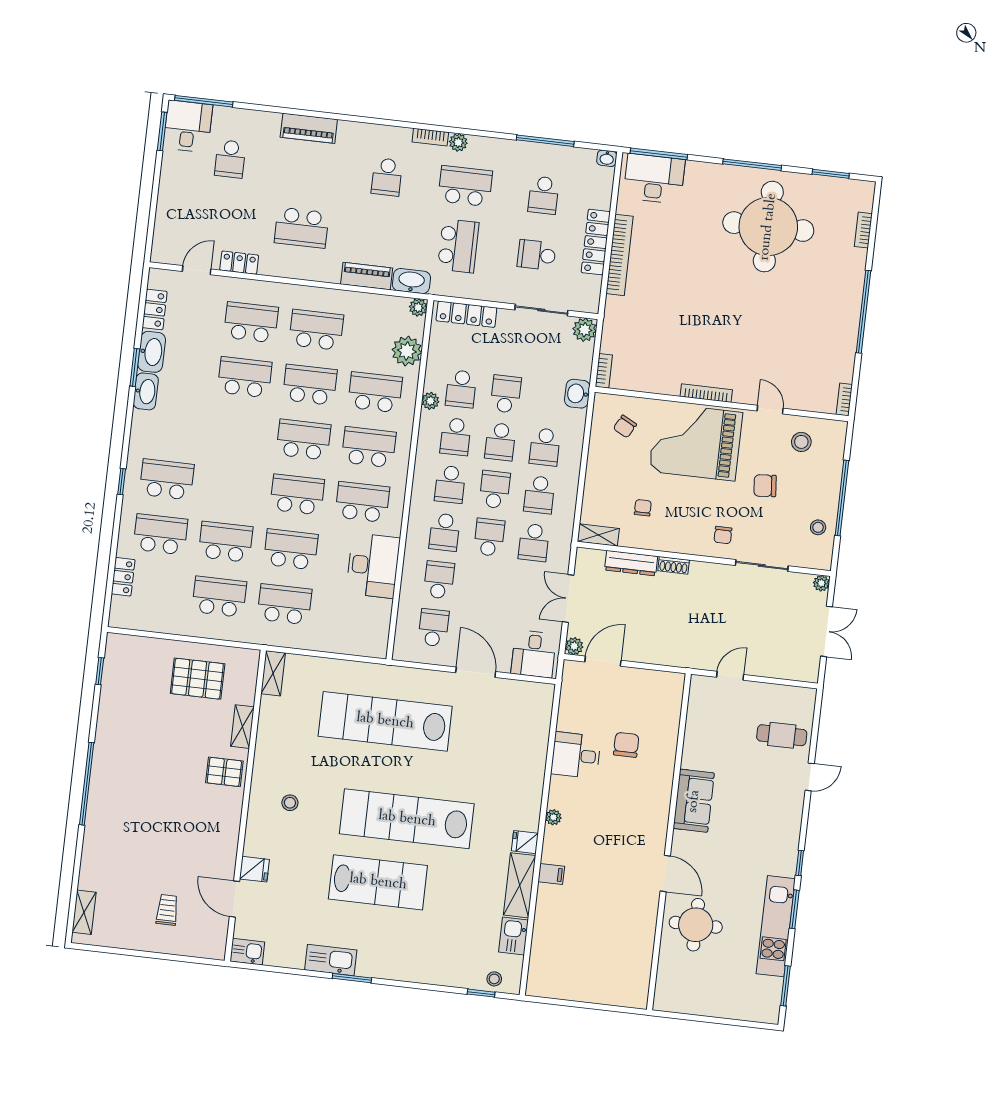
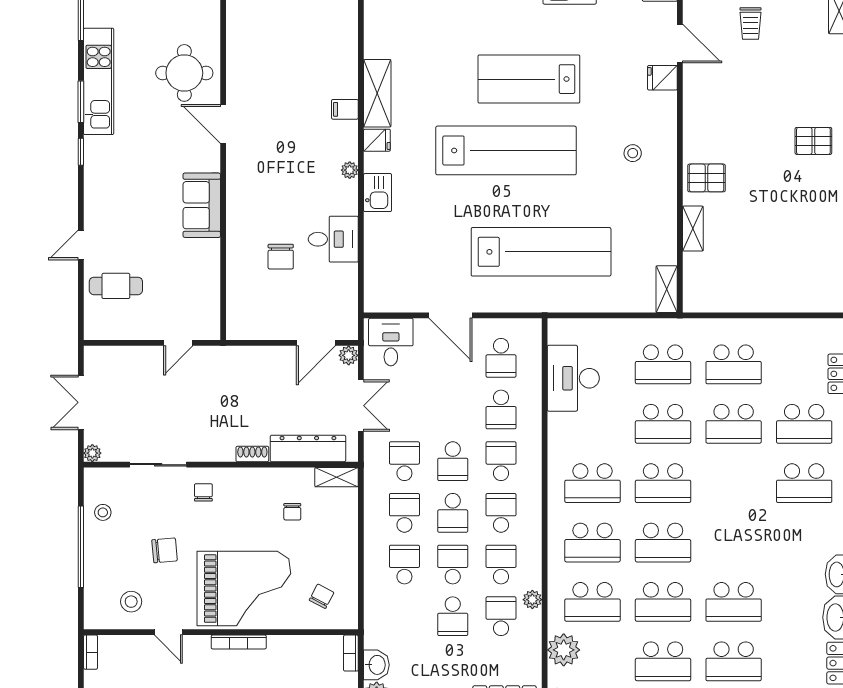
washbasin: (577, 394) -> (376, 665), moved
dresser: (631, 563) -> (308, 448), width x1.37, depth x1.24
desk: (373, 566) -> (573, 378), moved
pallet: (198, 679) -> (813, 141), moved, width x0.67, depth x0.71
kitchen sink: (513, 936) -> (378, 193), moved

